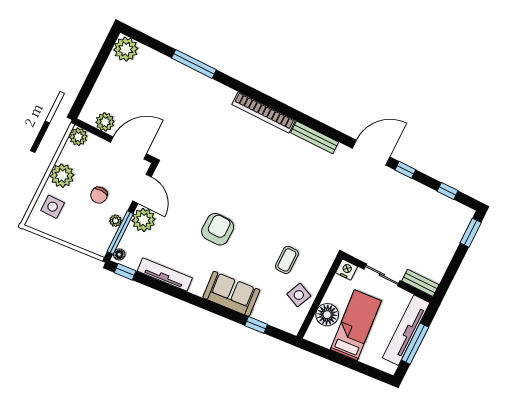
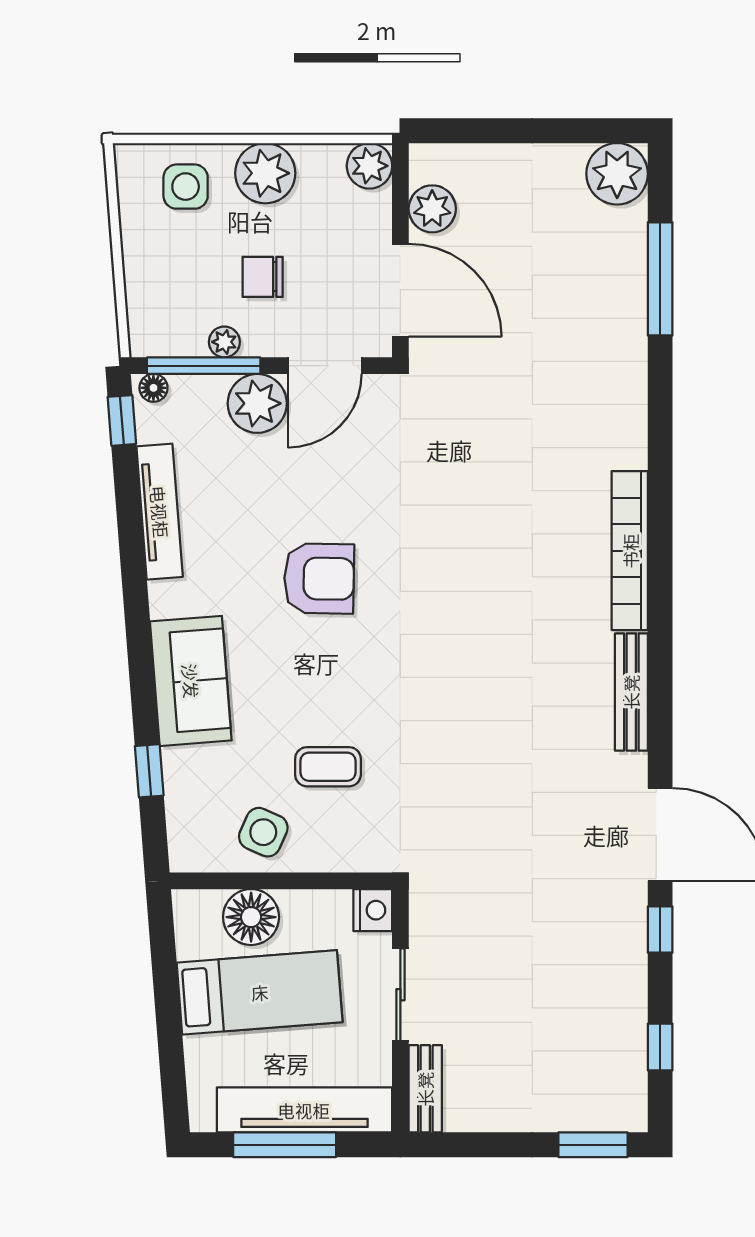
window: (194, 64) -> (660, 279), moved

